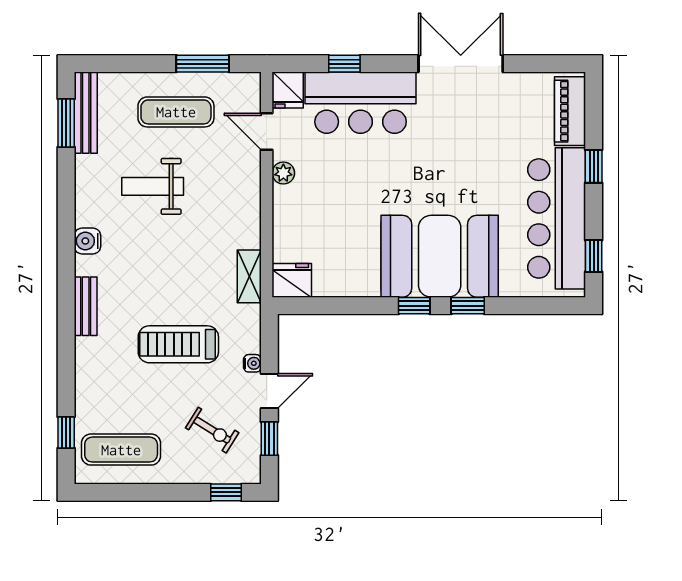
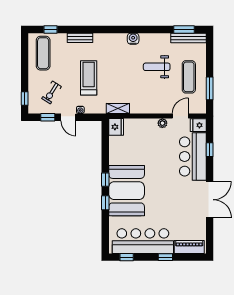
weight bench: (153, 186) -> (157, 67), turned -90
bench: (86, 306) -> (80, 38), moved

